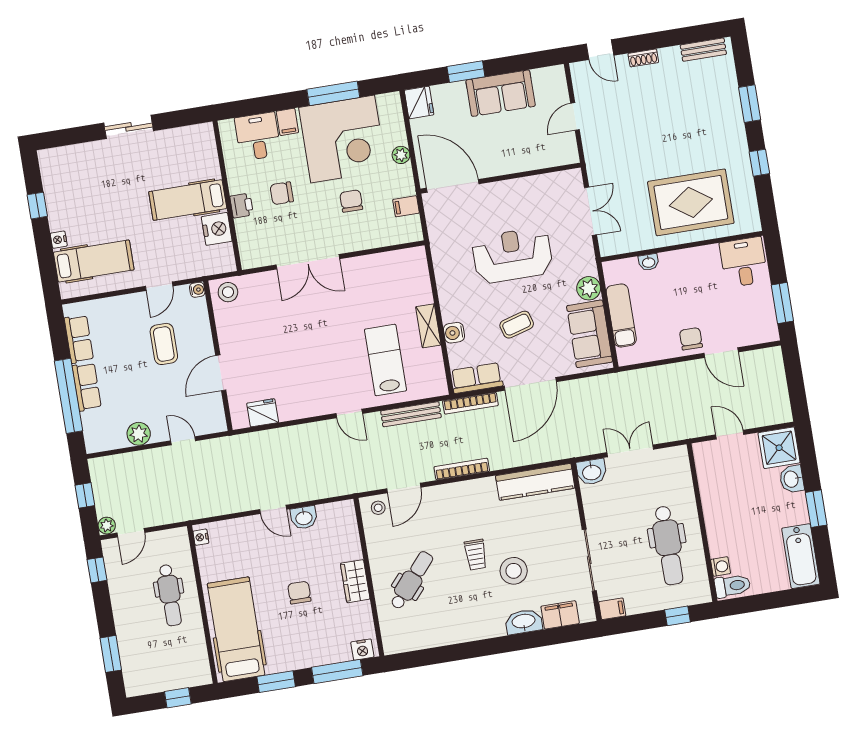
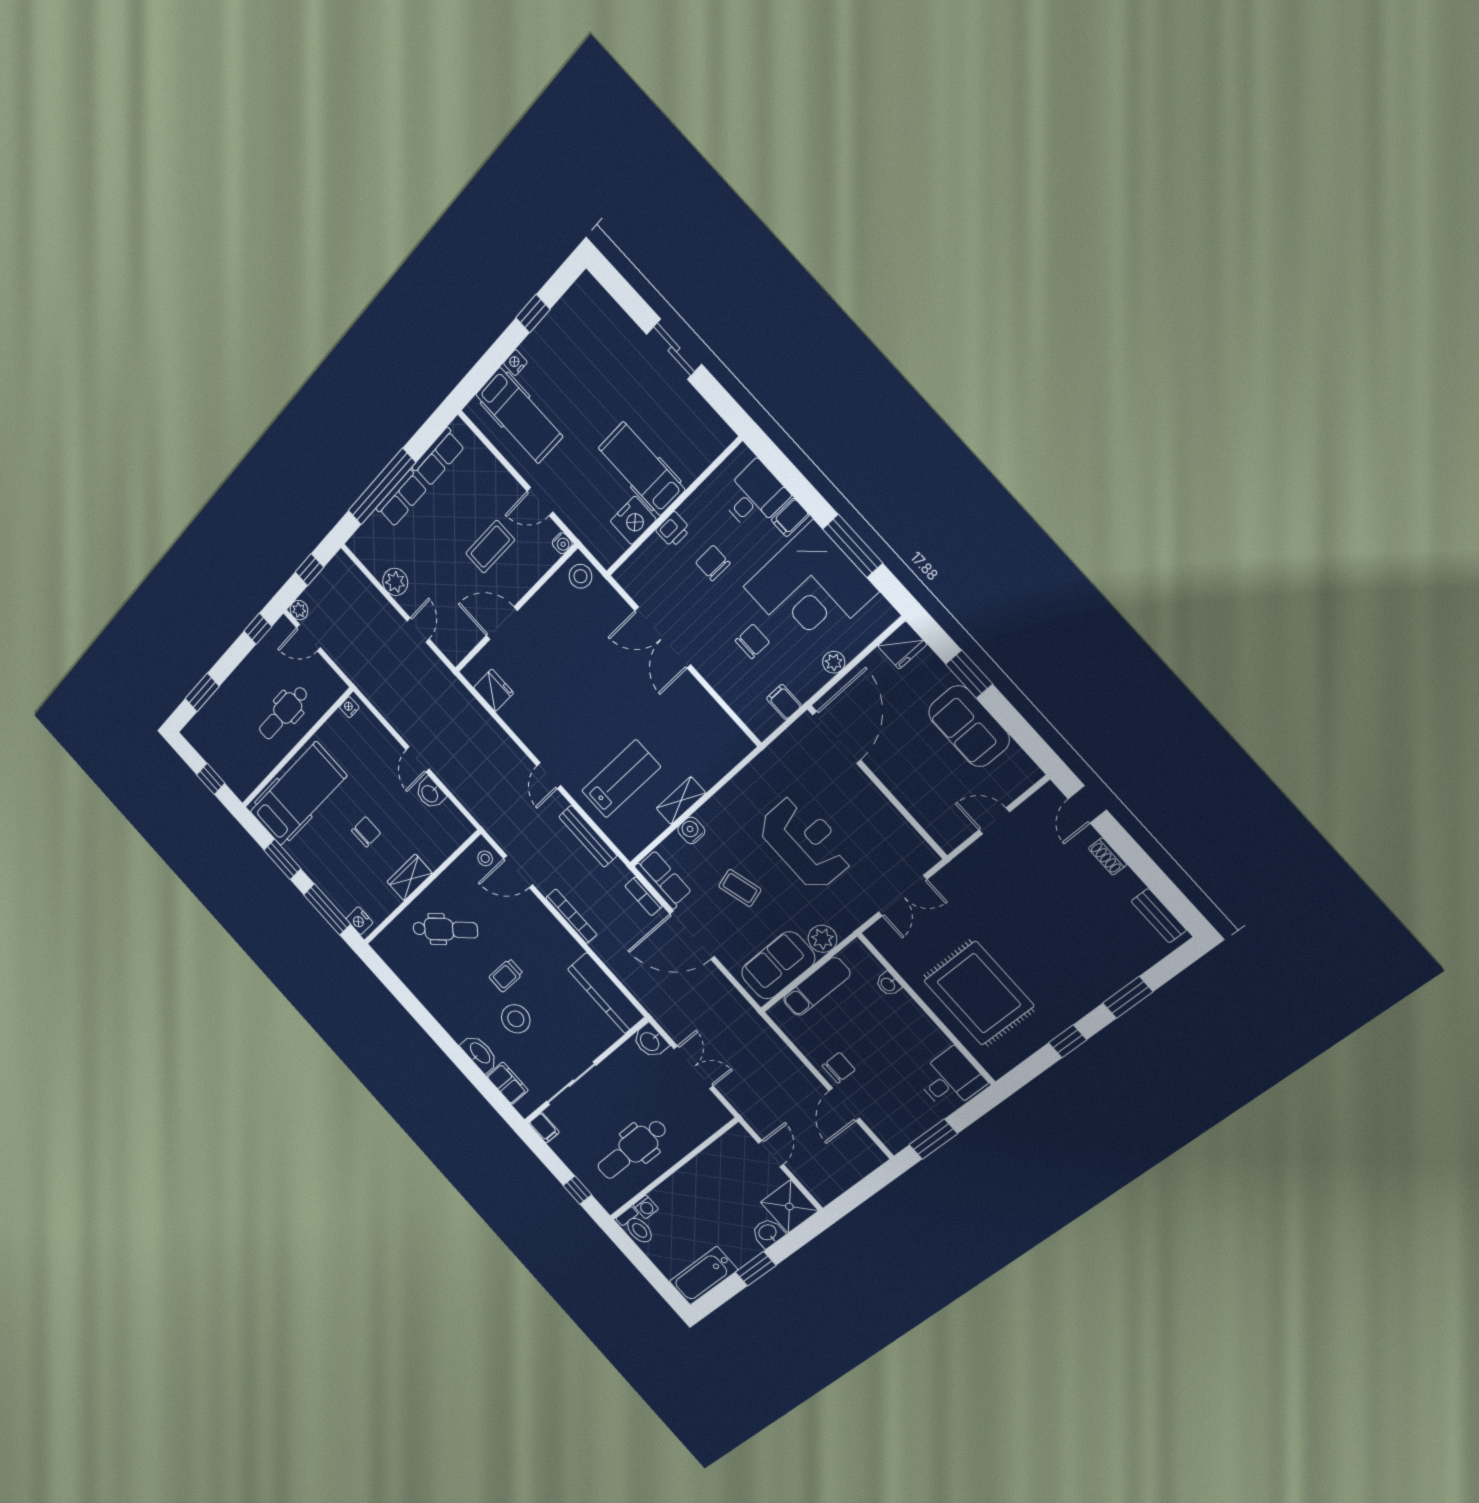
bookcase: (470, 403) -> (644, 896), width x0.64

